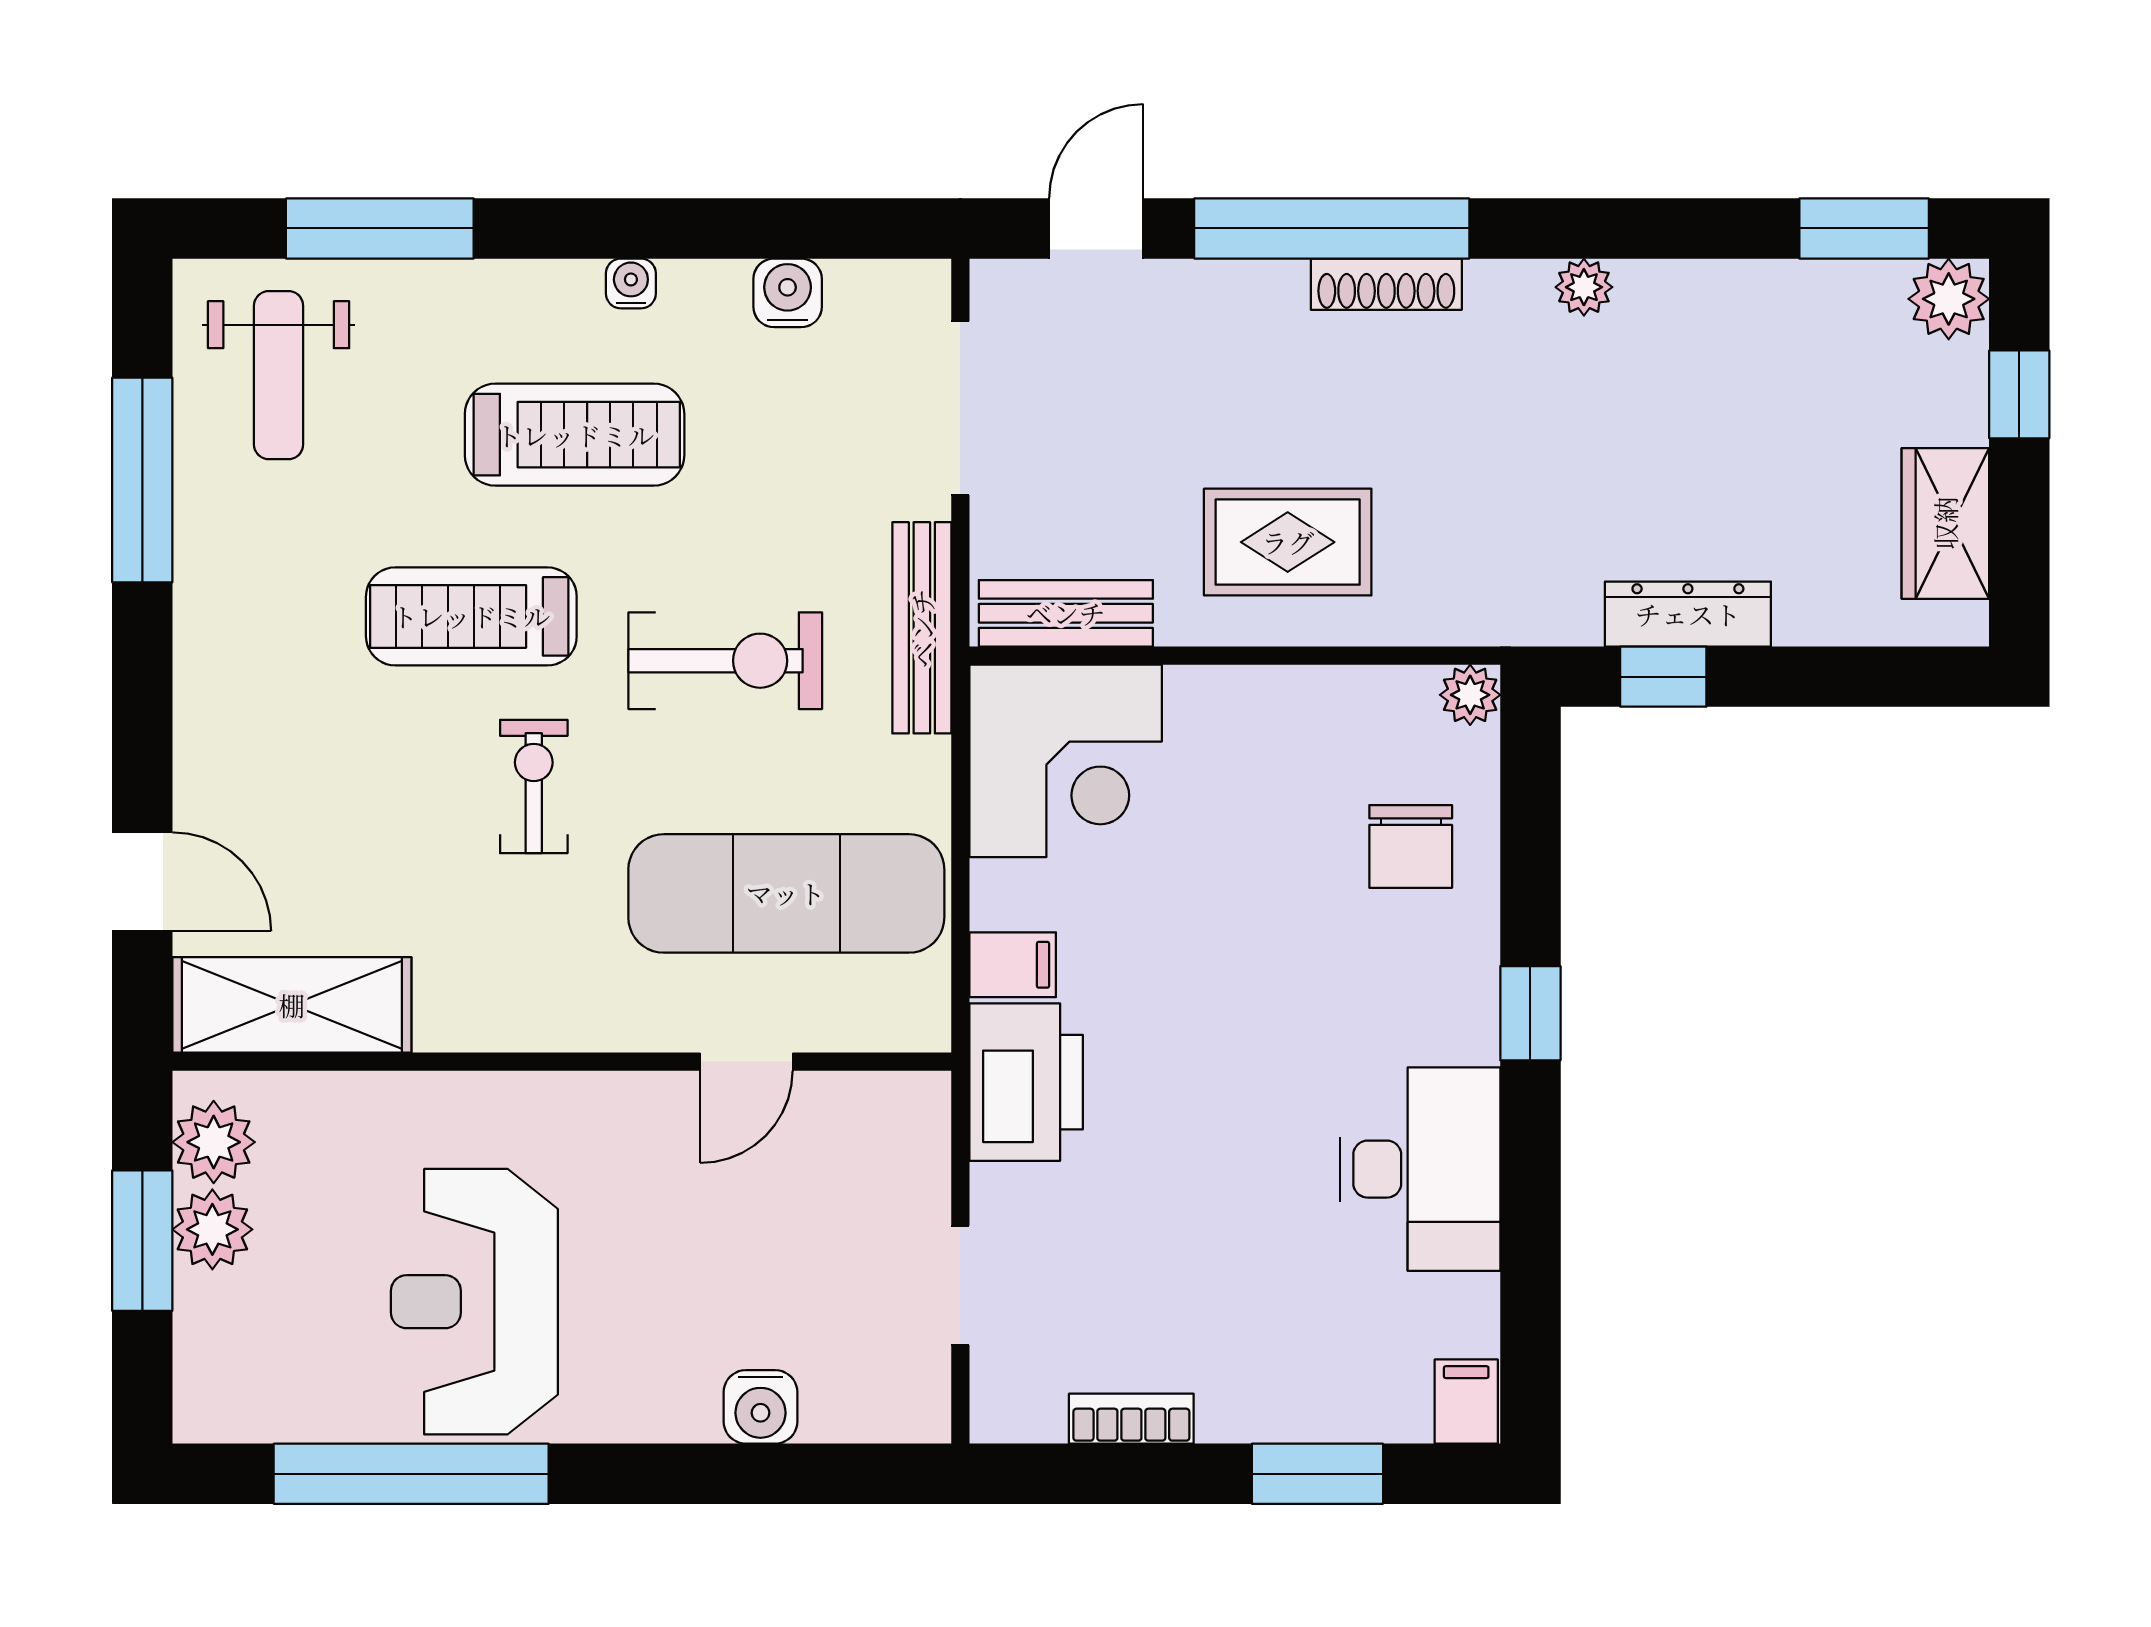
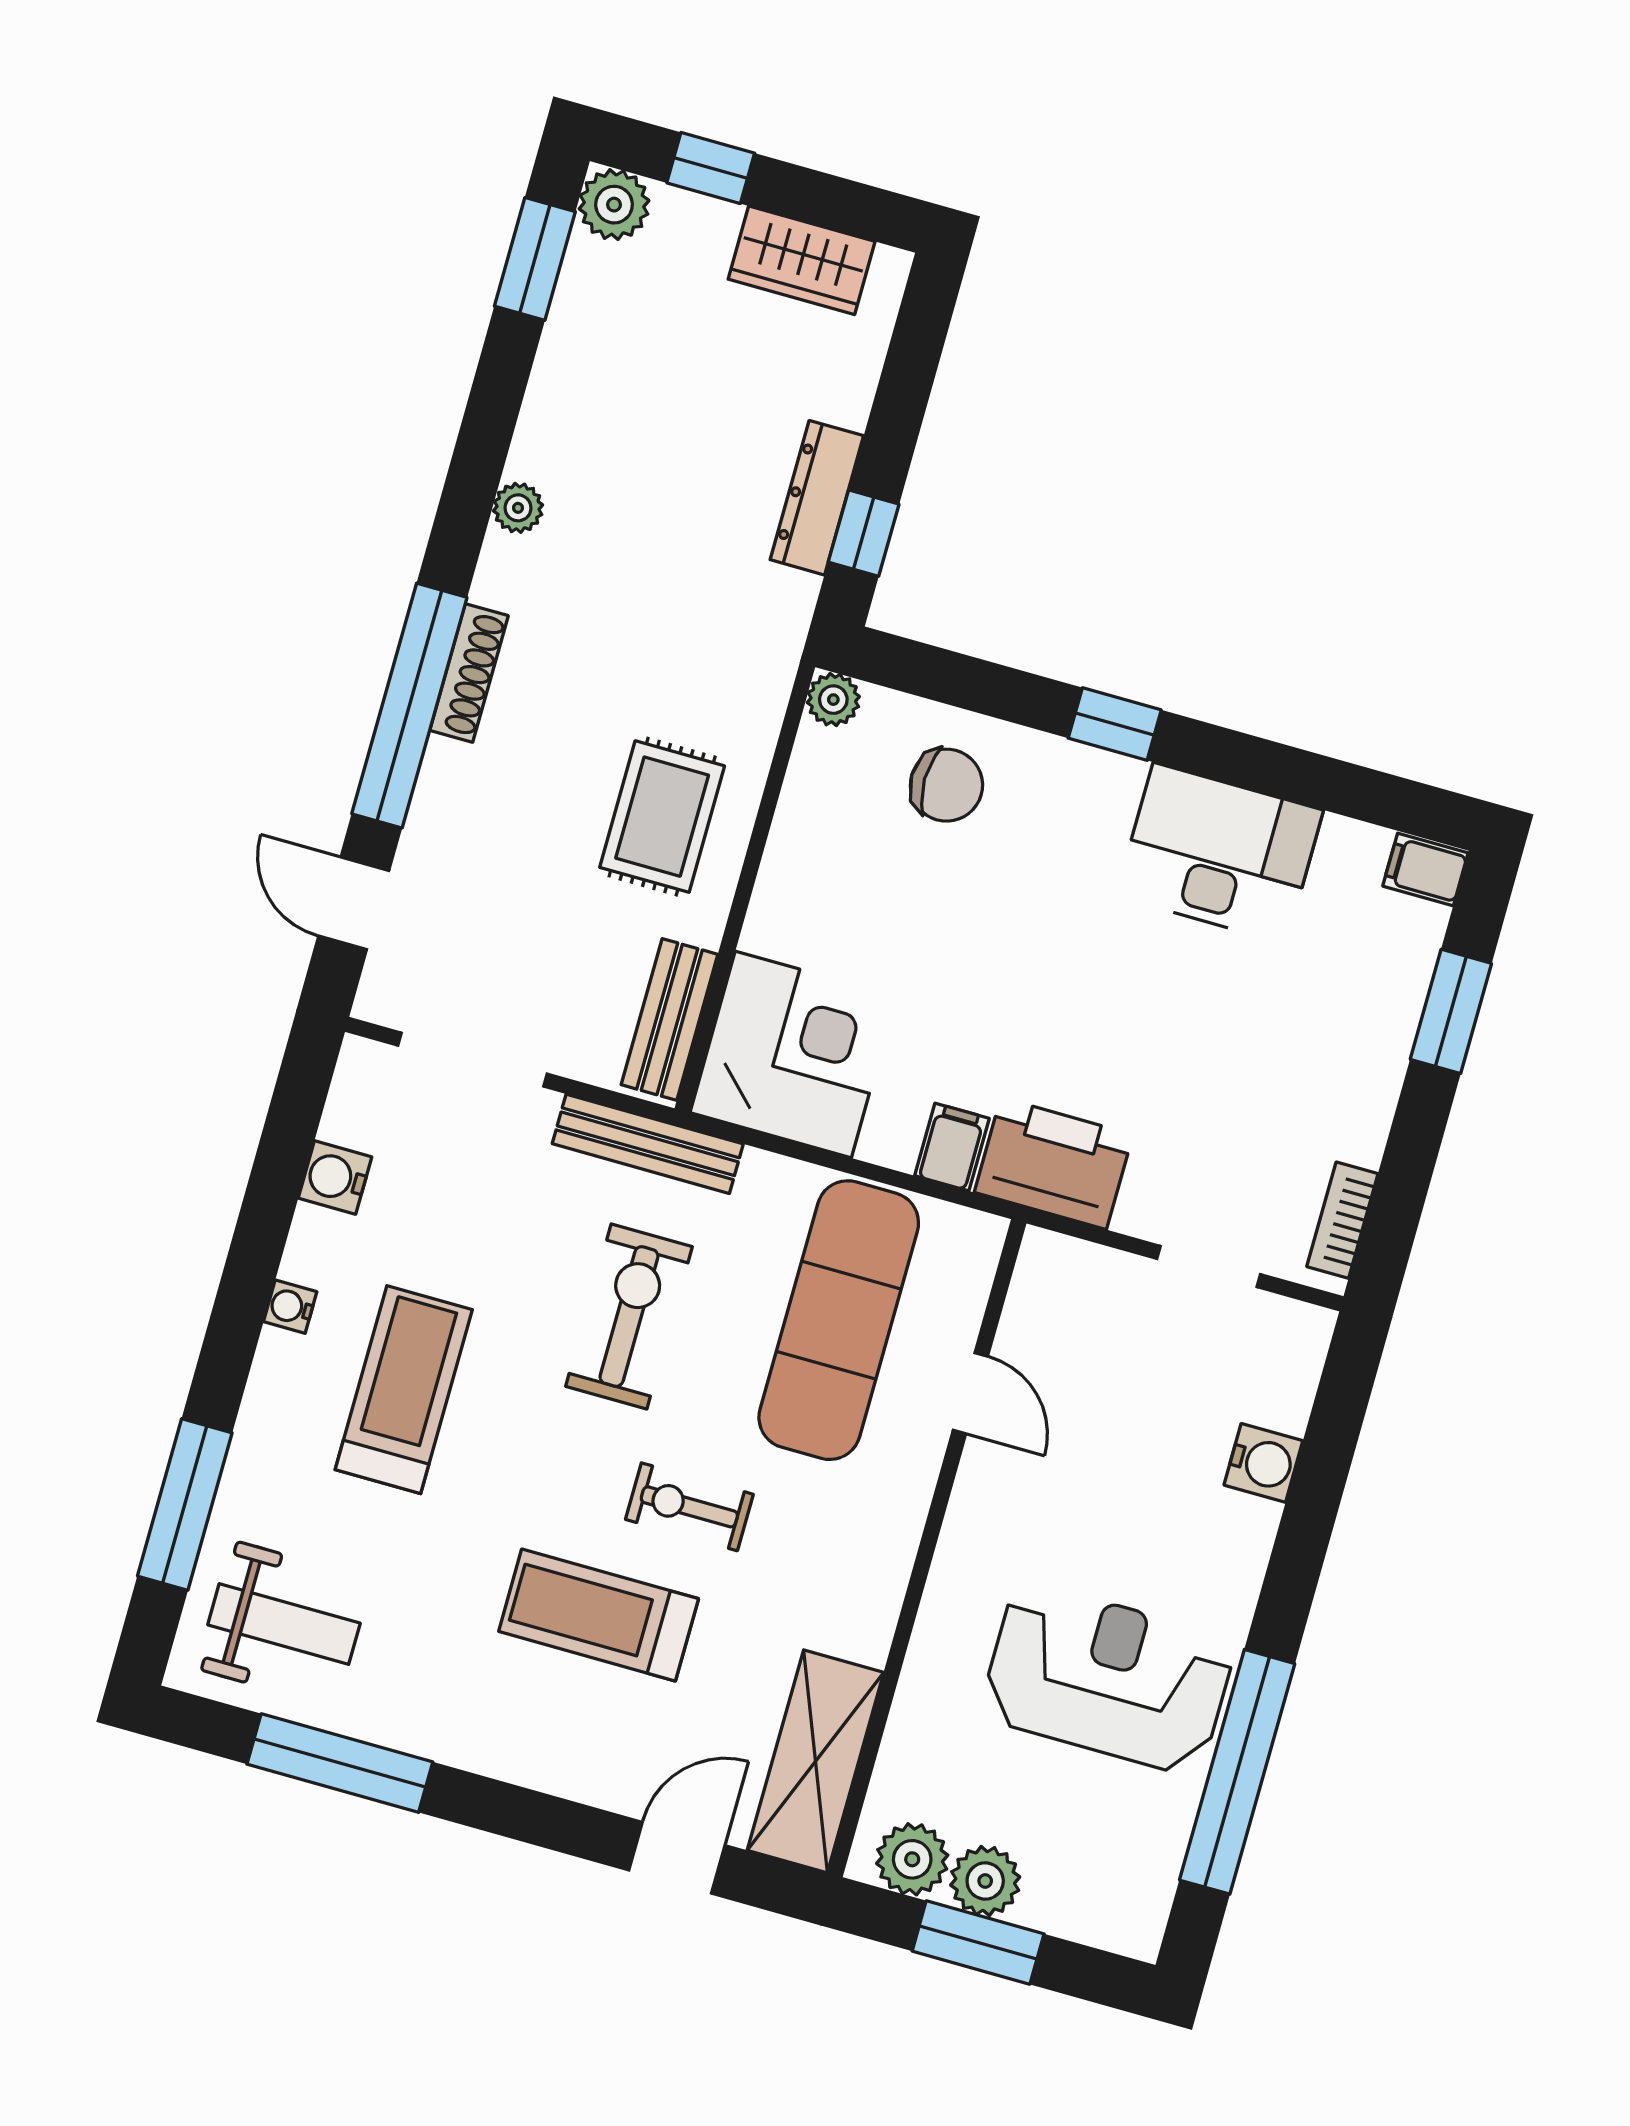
treadmill: (471, 616) -> (599, 1615), moved, turned 90
reception desk: (474, 1302) -> (1108, 1678), turned 180
bookcase: (1131, 1419) -> (1342, 1220), moved

